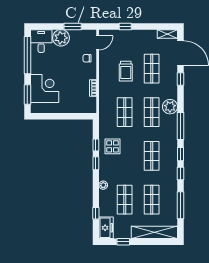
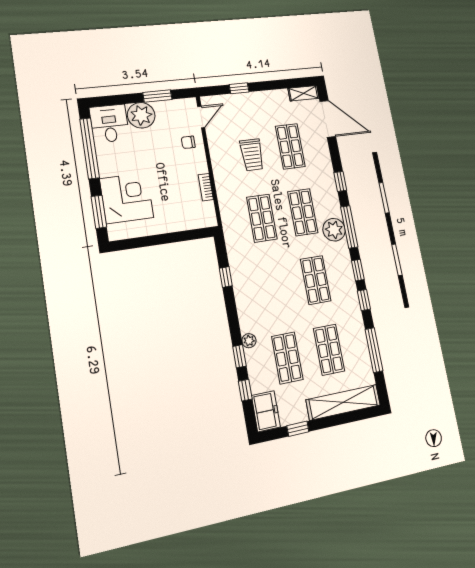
window: (180, 79) -> (340, 181), moved
plant: (170, 107) -> (334, 230), moved
display table: (112, 146) -> (253, 275), removed
window: (96, 163) -> (239, 356), moved

